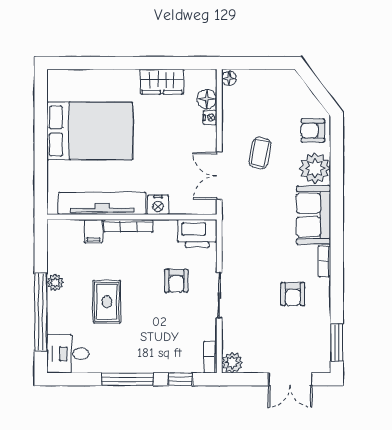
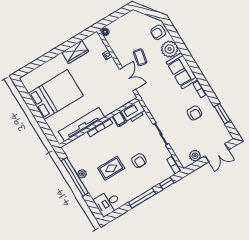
floor lamp: (207, 99) -> (101, 47), removed
double door: (219, 176) -> (128, 79), swing flipped
nightstand: (158, 205) -> (108, 110), removed
filing cabinet: (93, 231) -> (119, 119), moved
armchair: (176, 281) -> (139, 161), moved
rug: (107, 302) -> (111, 168), turned 90
window: (41, 312) -> (75, 177), moved
window: (337, 342) -> (222, 114), moved
plant: (232, 363) -> (195, 156), moved

